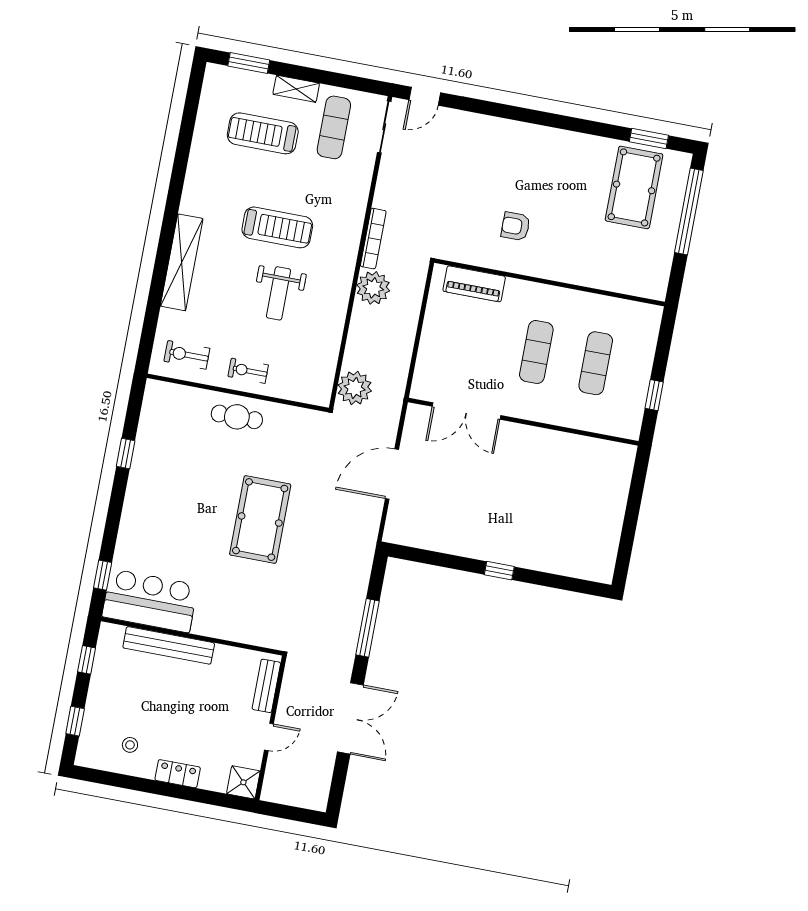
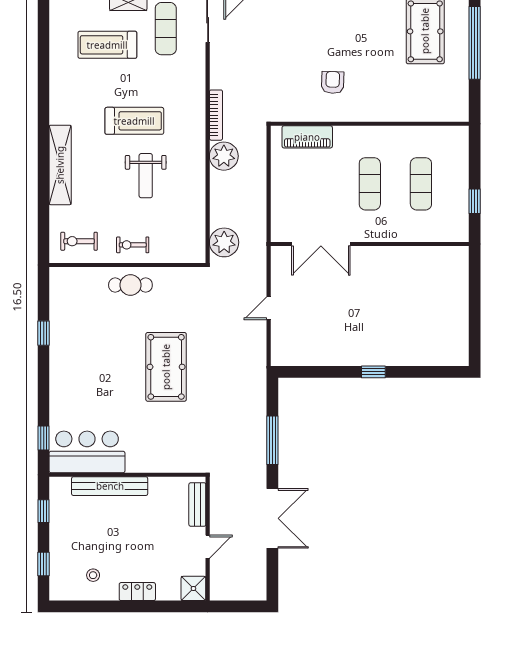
armchair: (516, 226) -> (333, 82), turned 92
door: (392, 474) -> (269, 308), width x0.53

